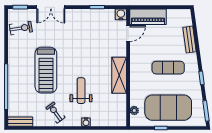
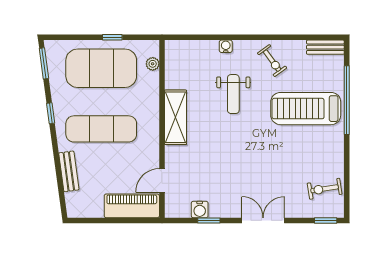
double door: (51, 7) -> (263, 220), moved
water cooler: (121, 14) -> (200, 210), moved
exercise mat: (168, 68) -> (101, 129), width x1.36, depth x1.45
treadmill: (46, 70) -> (306, 109), moved, turned -90

